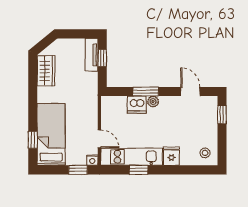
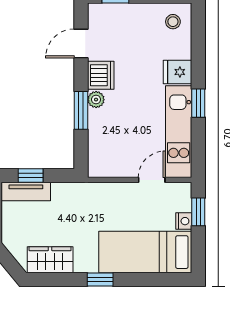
dishwasher: (137, 105) -> (101, 75), moved
window: (33, 140) -> (100, 280), moved
nightstand: (92, 160) -> (184, 221), moved
window: (139, 170) -> (198, 103), moved

